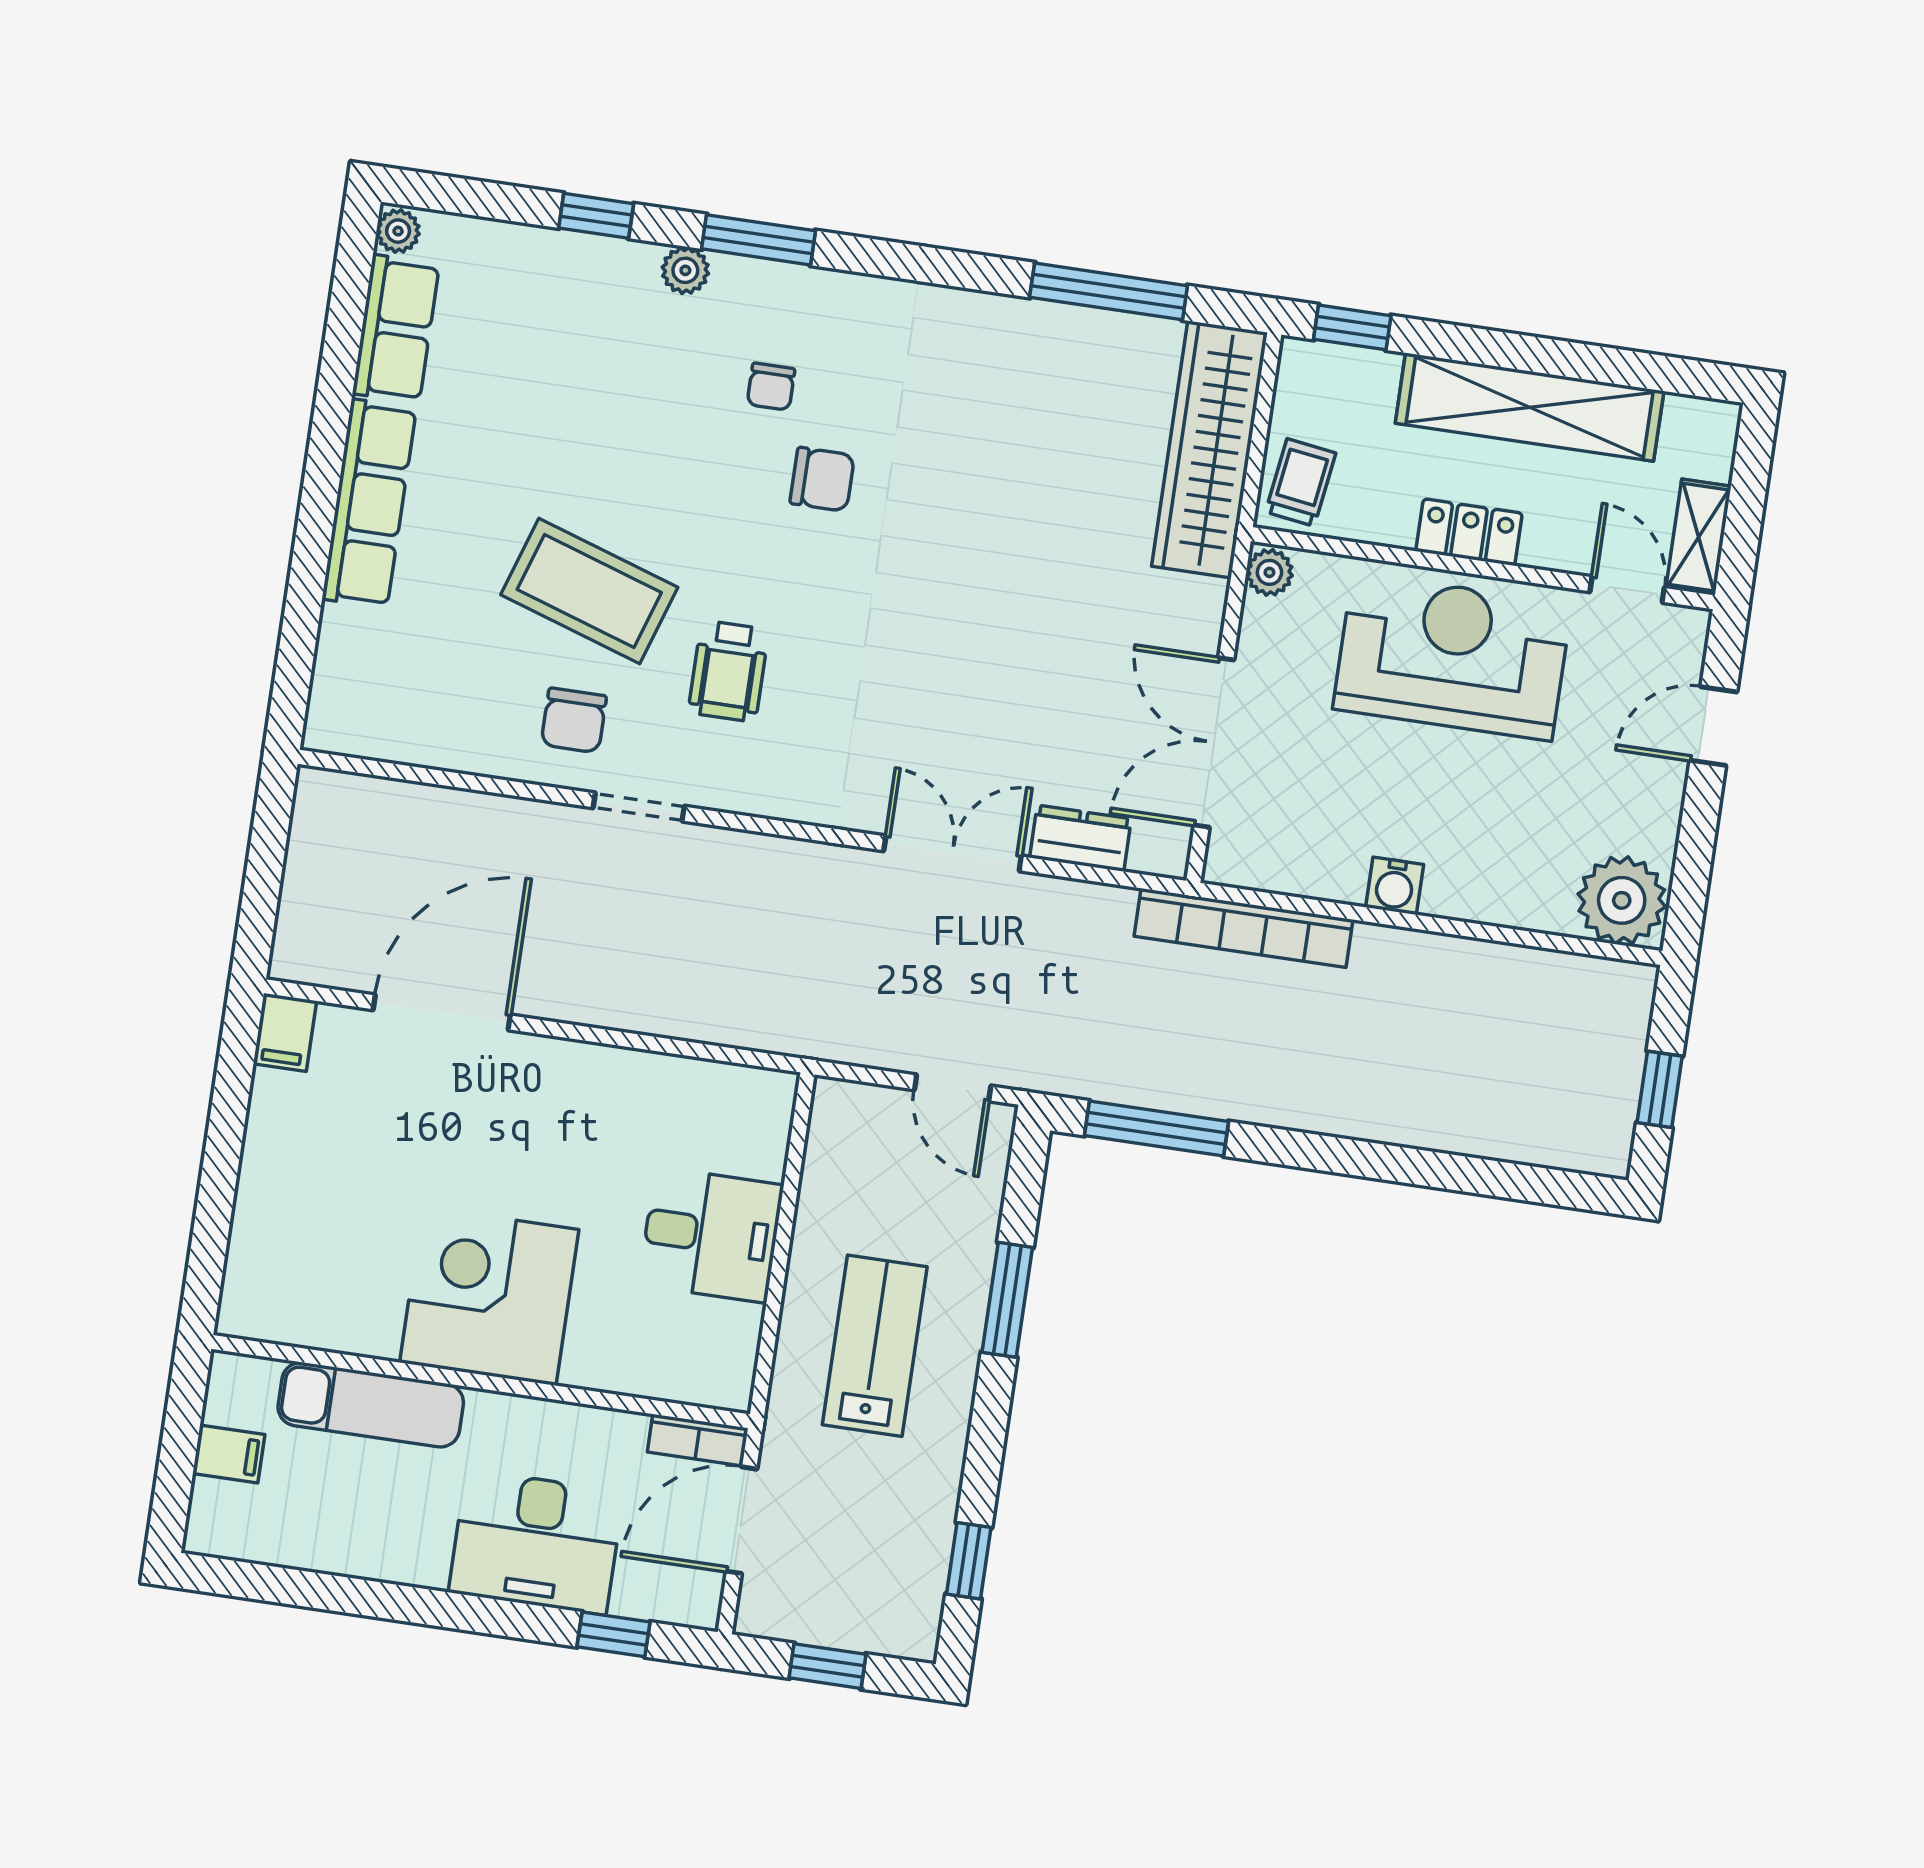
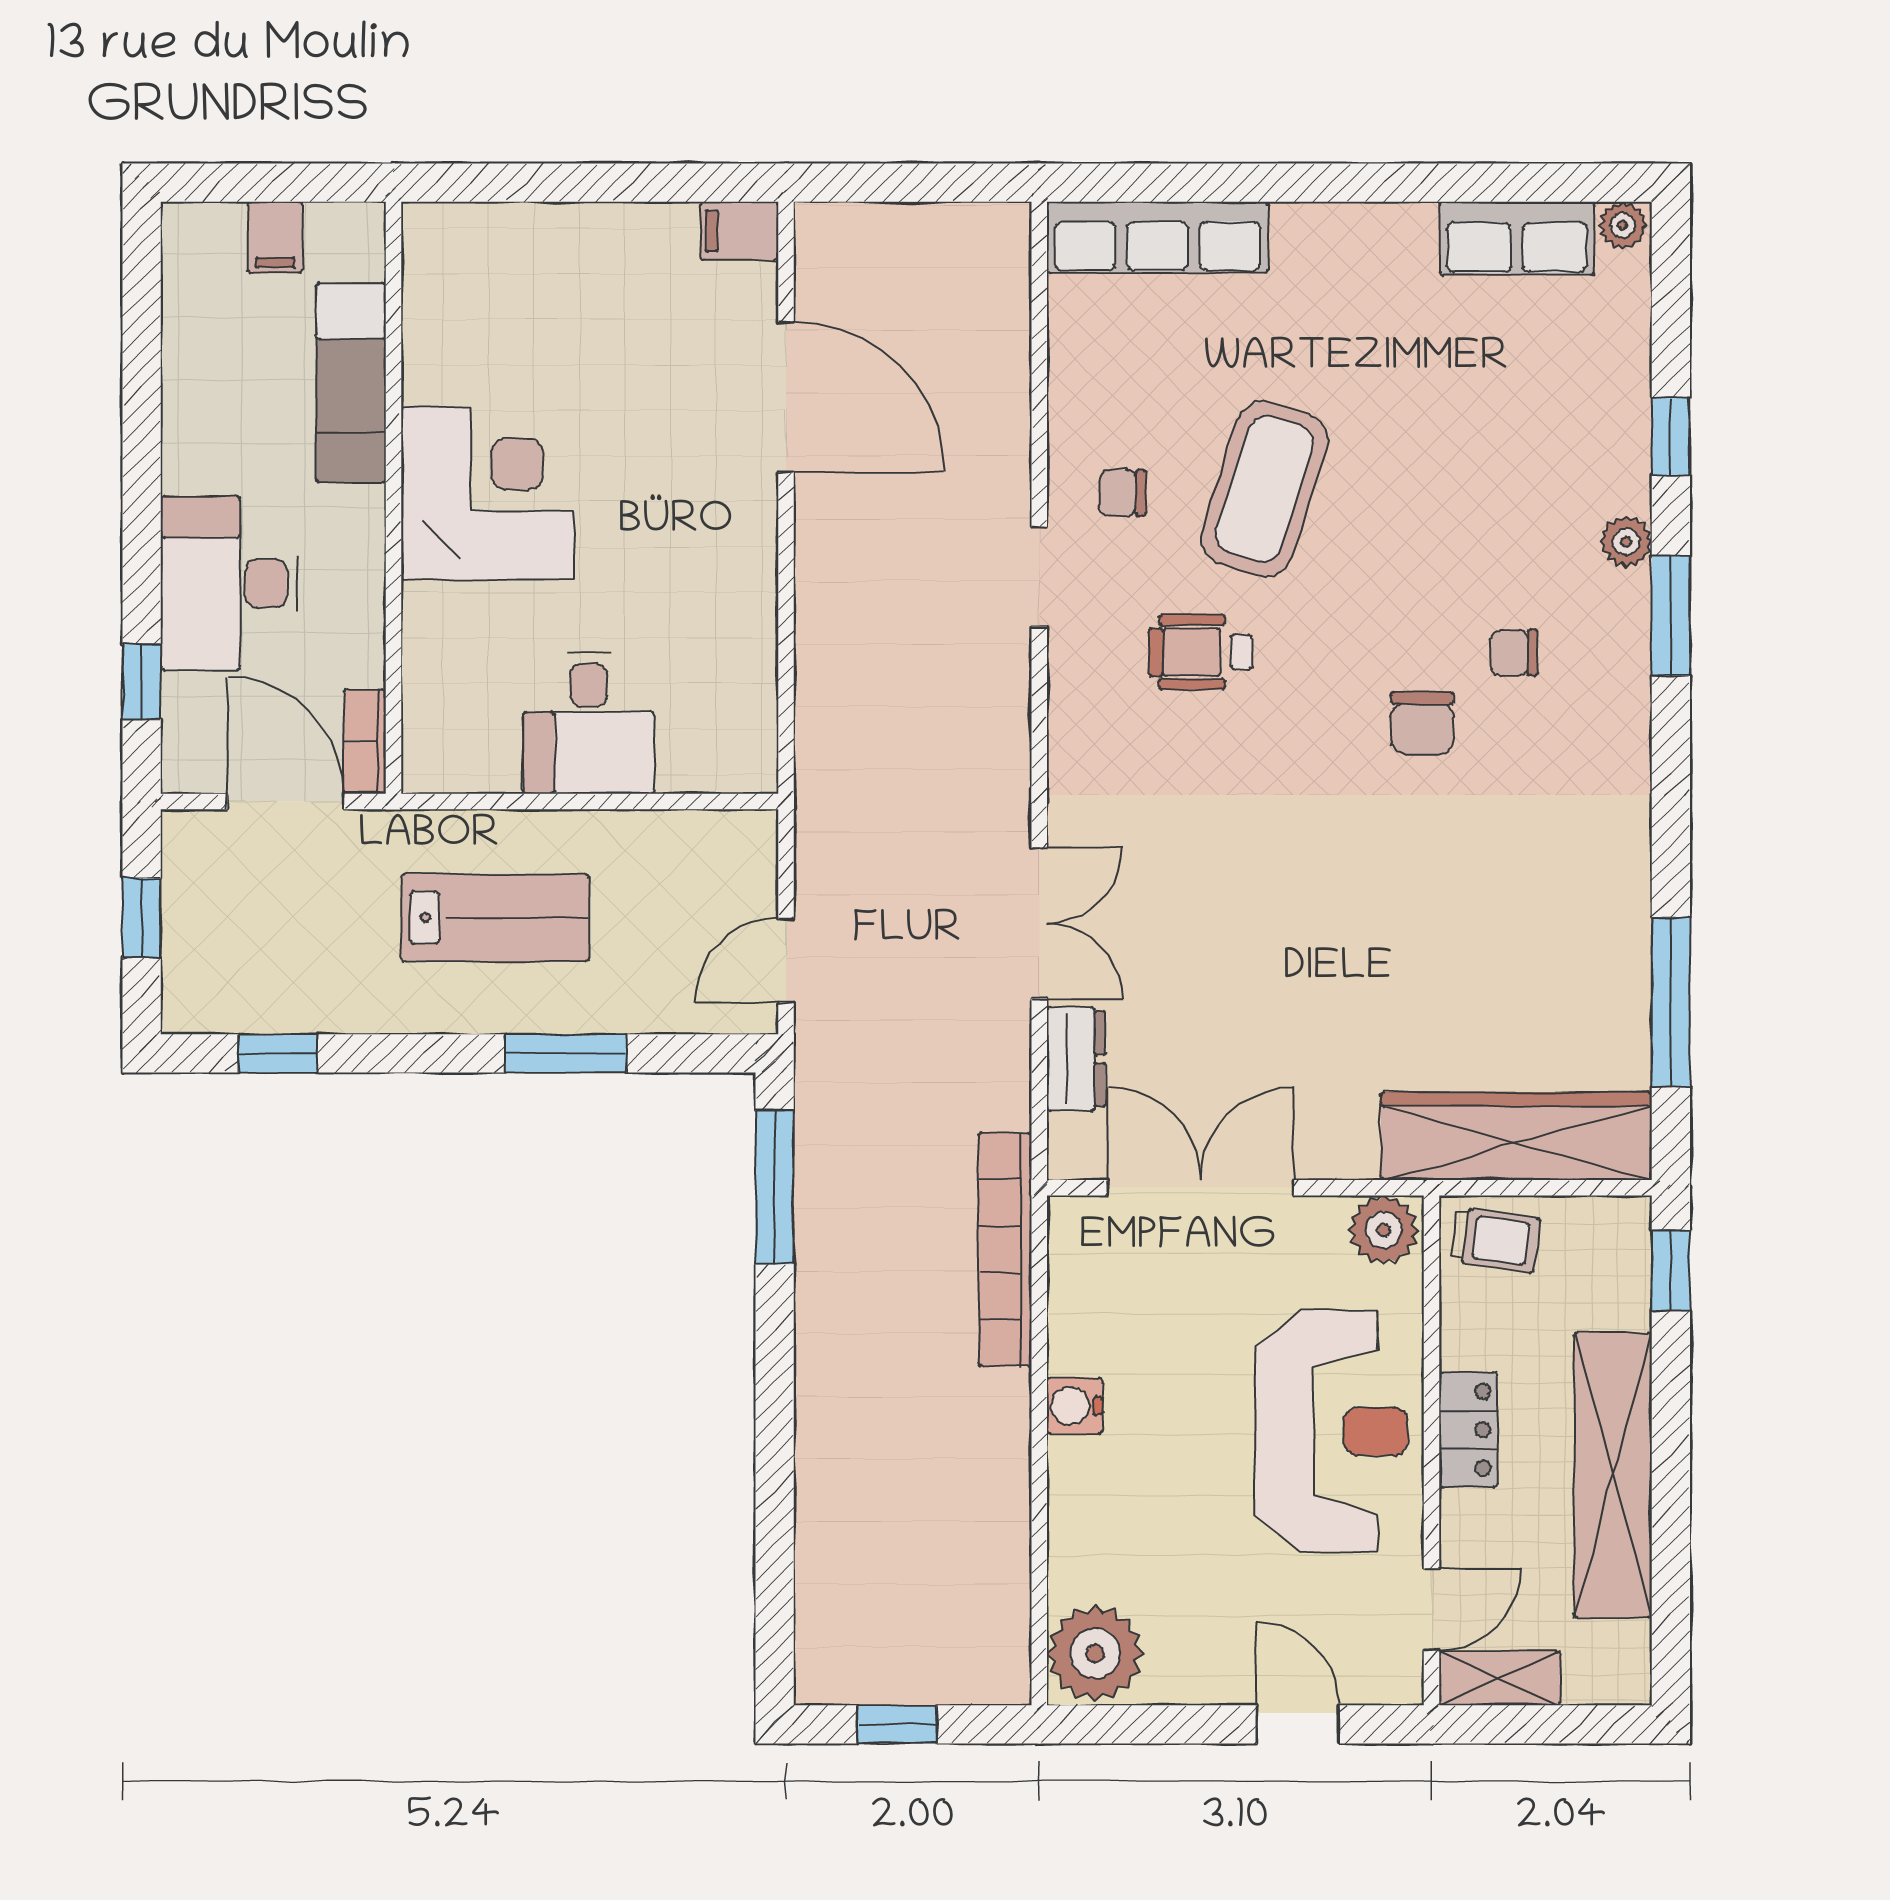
row of seats: (369, 504) -> (1158, 237), moved
plant: (1269, 572) -> (1384, 1230), width x1.38, depth x1.38
chair: (574, 720) -> (1122, 493), width x0.73, depth x0.73

